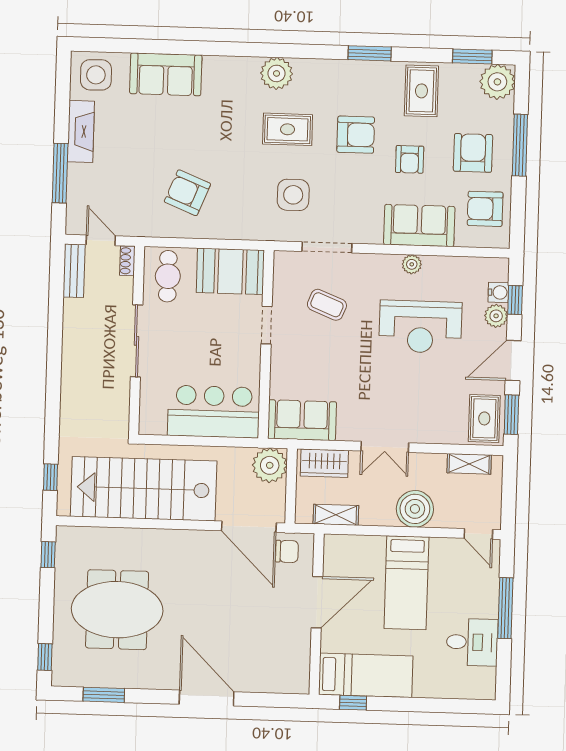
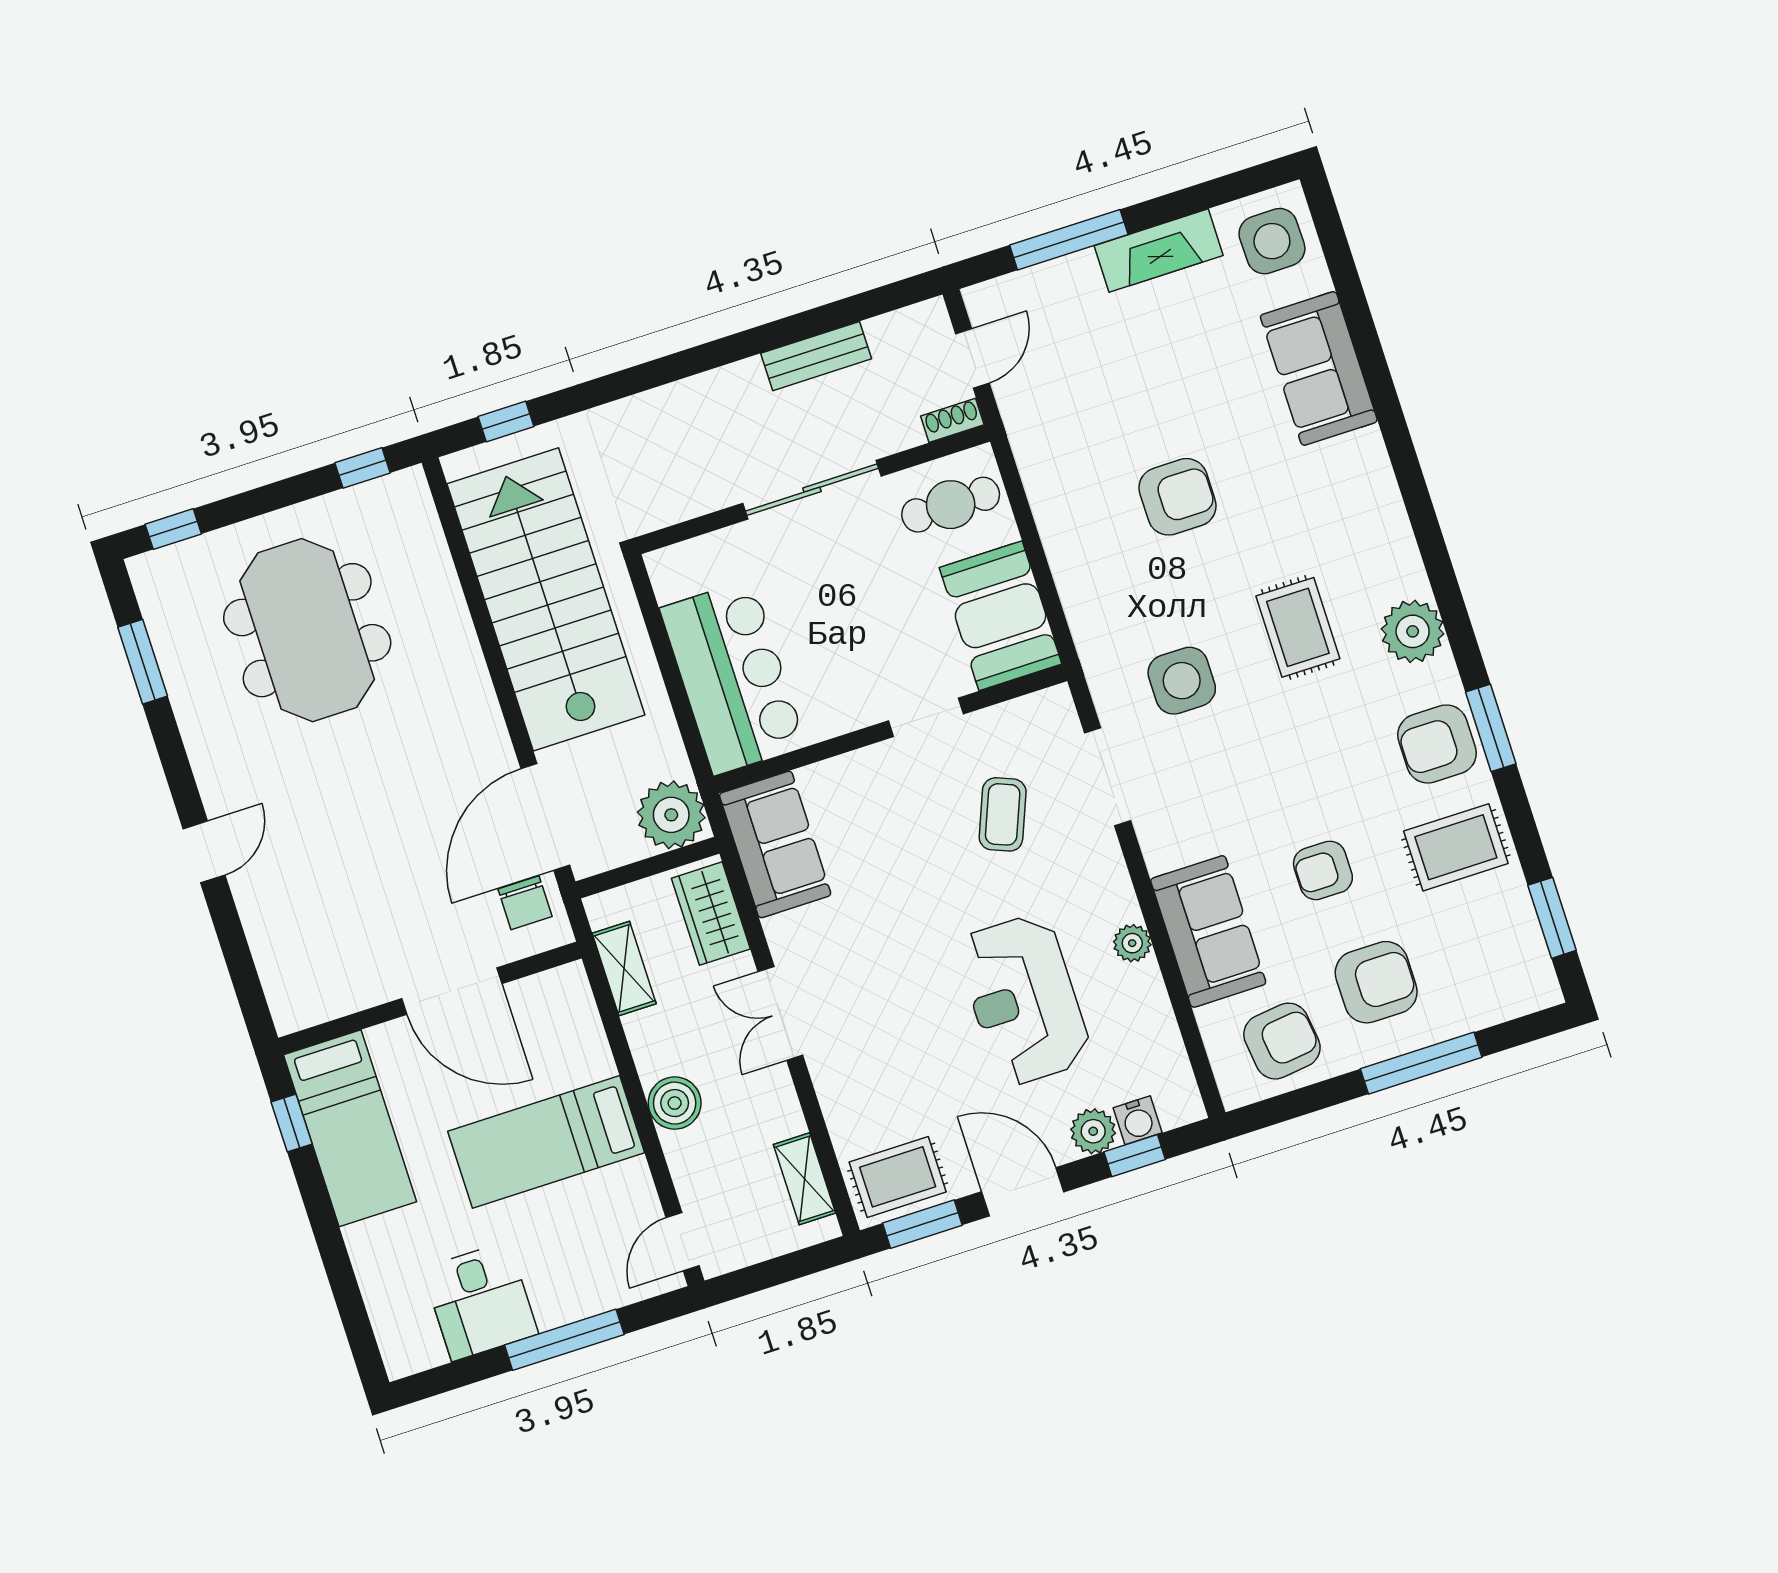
plant: (277, 73) -> (1413, 631), moved
plant: (497, 82) -> (1522, 980), removed
armchair: (356, 135) -> (1437, 744), moved, turned 90
armchair: (187, 193) -> (1178, 497), moved, turned 68
armchair: (485, 209) -> (1282, 1041), turned 83
bench: (74, 271) -> (816, 356), moved
boiler: (415, 509) -> (675, 1103), width x0.73, depth x0.73
door: (207, 698) -> (204, 852), width x0.53

